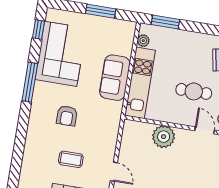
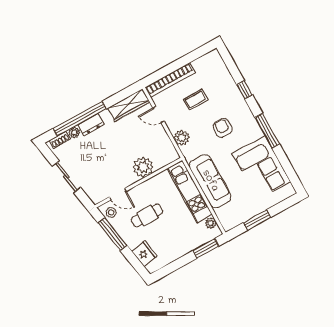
window: (39, 30) -> (245, 90), moved
sofa: (115, 78) -> (210, 181), width x1.36
plant: (110, 136) -> (182, 138), added

